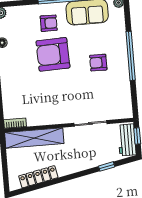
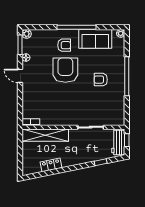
armchair: (53, 54) -> (65, 70), turned 92
locker: (38, 177) -> (51, 165), width x0.66

